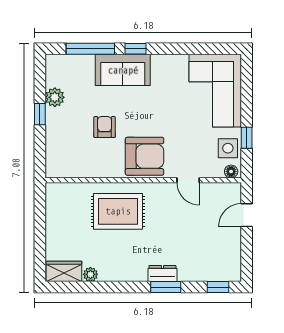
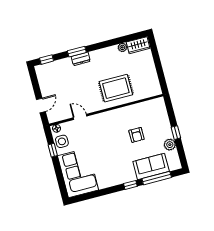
sofa: (123, 70) -> (151, 166), moved
armchair: (145, 156) -> (109, 124), removed

